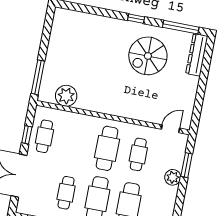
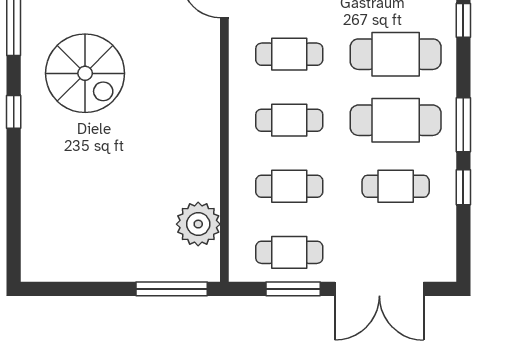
window: (27, 135) -> (293, 289), width x1.50
cafe table: (76, 142) -> (289, 186), added
cafe table: (107, 148) -> (289, 120), width x0.73, depth x0.74

